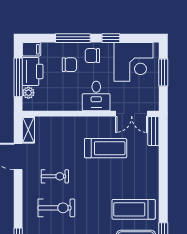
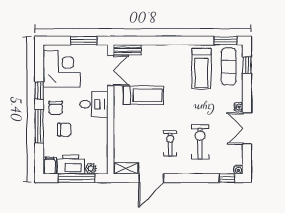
chair: (69, 65) -> (64, 130), turned 90
window: (163, 72) -> (84, 41), moved
treadmill: (106, 148) -> (144, 95), turned 90

